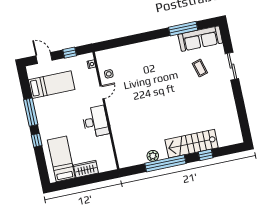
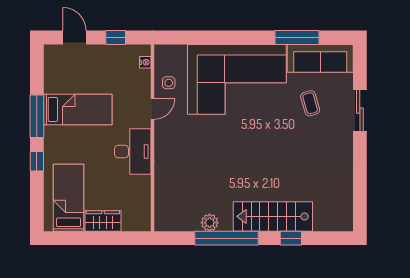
corner sofa: (151, 63) -> (237, 79), added
bed: (52, 85) -> (78, 109), moved

